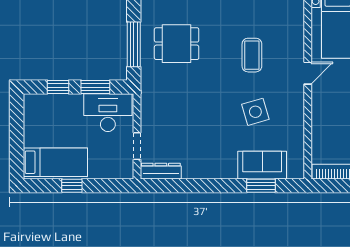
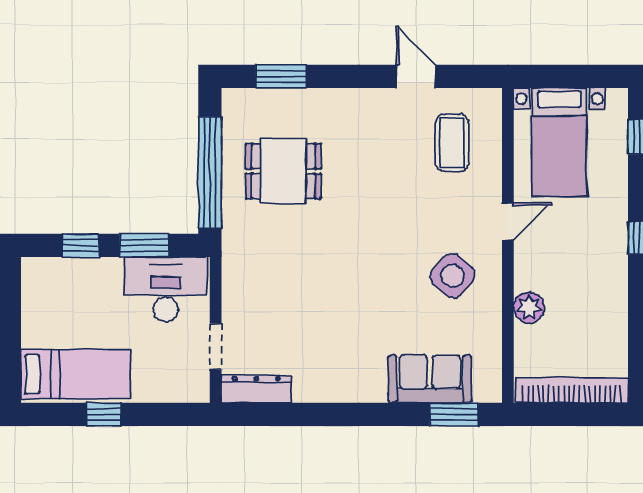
window: (134, 44) -> (210, 173), width x1.46
coffee table: (252, 55) -> (452, 143), moved
side table: (255, 112) -> (453, 276), moved, turned -32
plant: (320, 123) -> (529, 307), added
window: (261, 186) -> (454, 414), moved

